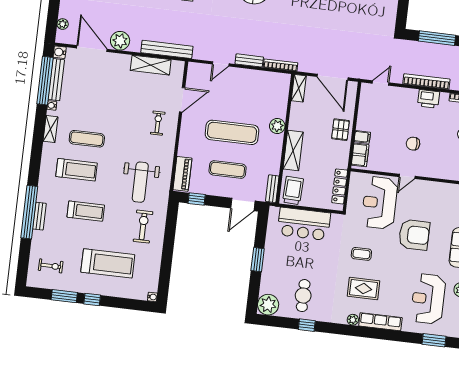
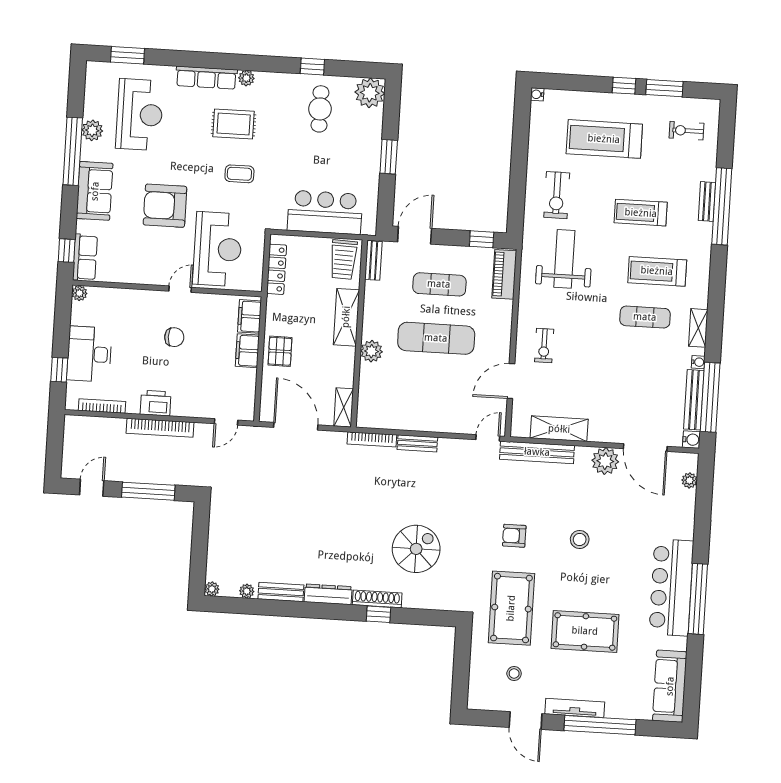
door: (221, 64) -> (488, 438), moved
filing cabinet: (362, 137) -> (247, 351), width x2.00

